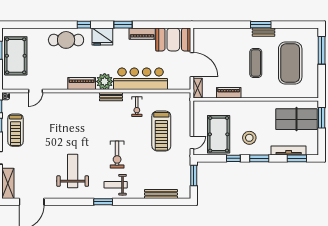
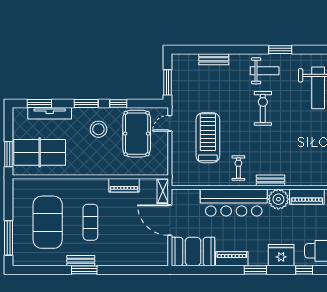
bench: (161, 194) -> (214, 59), width x0.73

